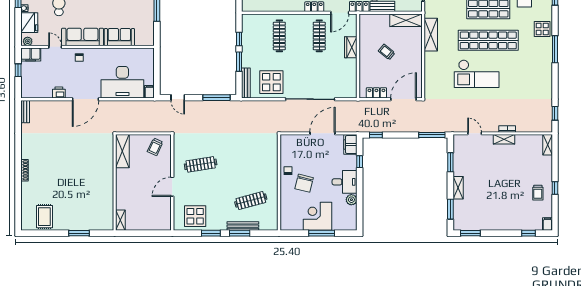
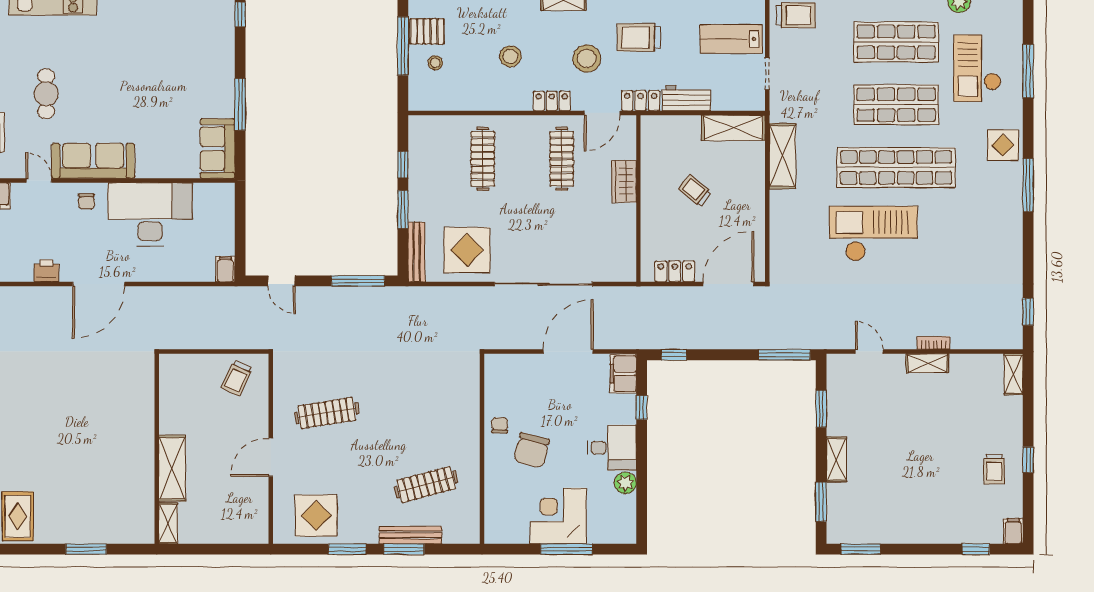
sofa: (119, 37) -> (218, 149), moved, turned -90
checkout: (477, 74) -> (873, 234), turned 180
desk: (122, 82) -> (150, 214), moved, turned 180
shelving: (122, 151) -> (172, 468), moved

